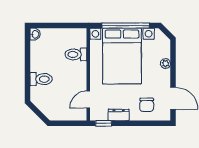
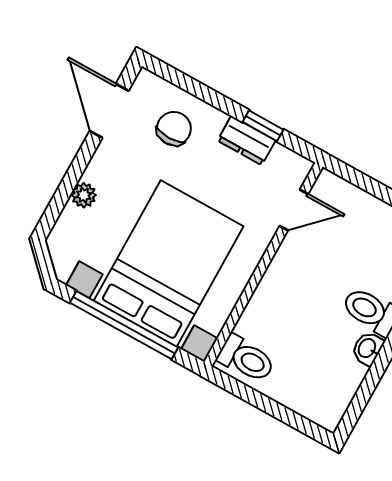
washbasin: (35, 34) -> (368, 348), moved
toilet: (76, 54) -> (246, 359), moved
window: (104, 123) -> (263, 126), moved

